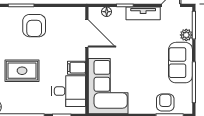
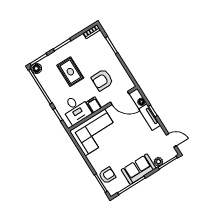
tv unit: (143, 13) -> (150, 117), moved
armchair: (34, 26) -> (102, 80), moved
door: (87, 34) -> (120, 98), hinge flipped

